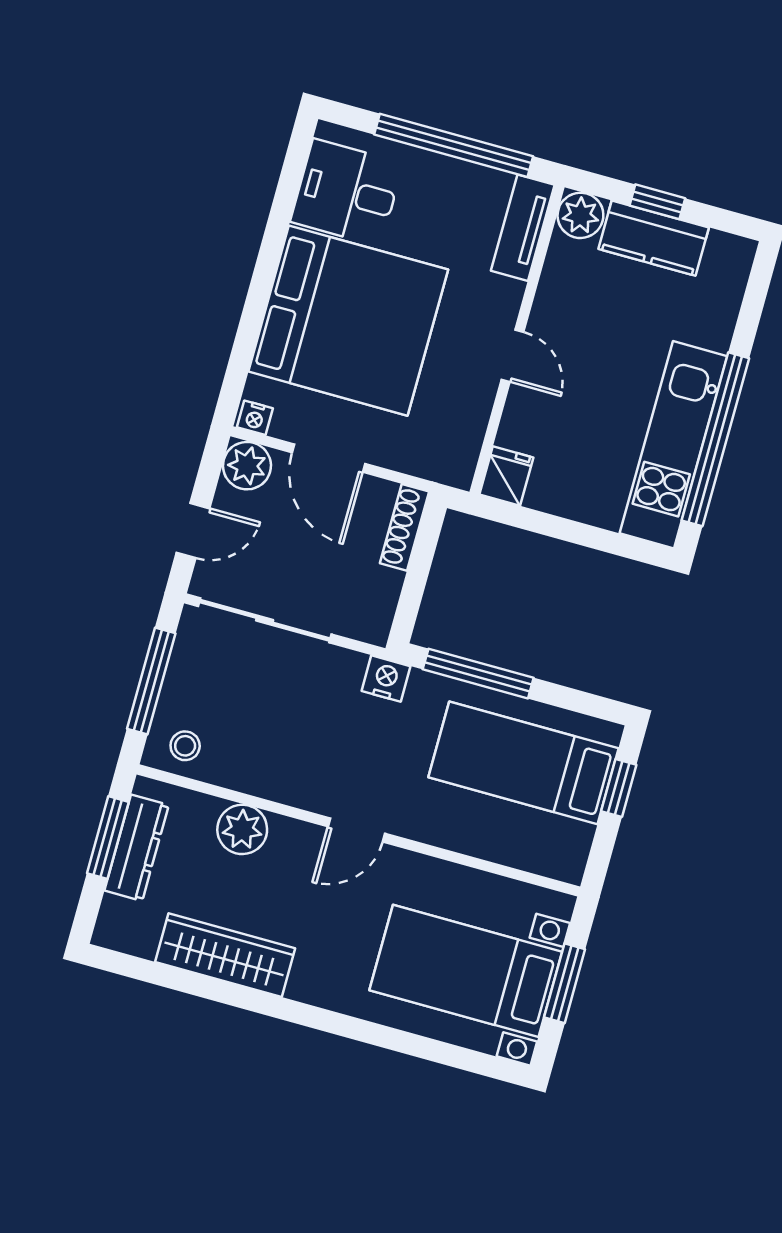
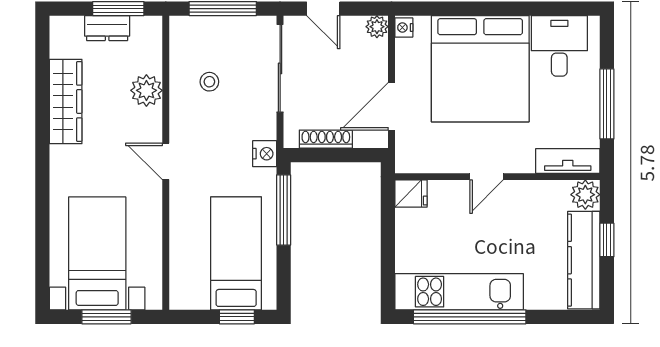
window: (454, 145) -> (607, 104), width x0.68
kitchen counter: (654, 238) -> (584, 260), width x1.50
door: (329, 458) -> (391, 106), moved
plant: (247, 466) -> (377, 27), width x0.73, depth x0.73
shoe rack: (404, 527) -> (326, 139), moved
stool: (185, 746) -> (209, 82), moved
dresser: (137, 848) -> (107, 28), width x0.70

